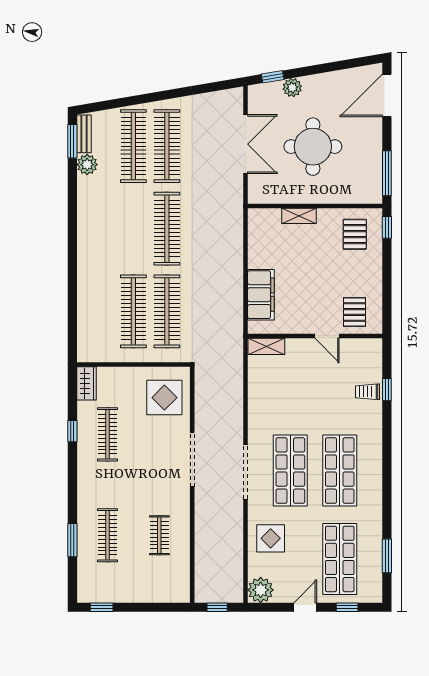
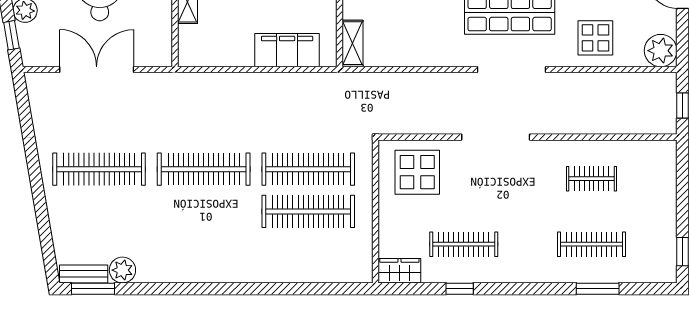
clothes rail: (133, 146) -> (99, 211), removed

